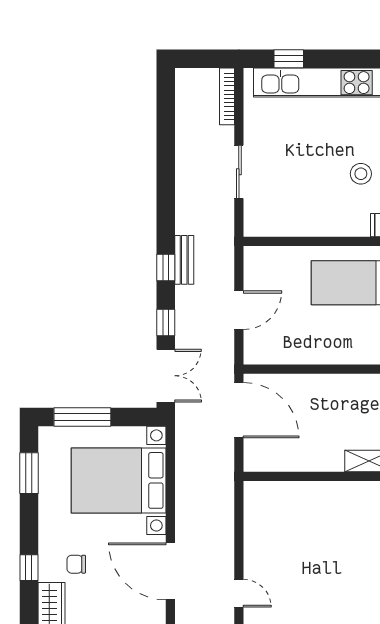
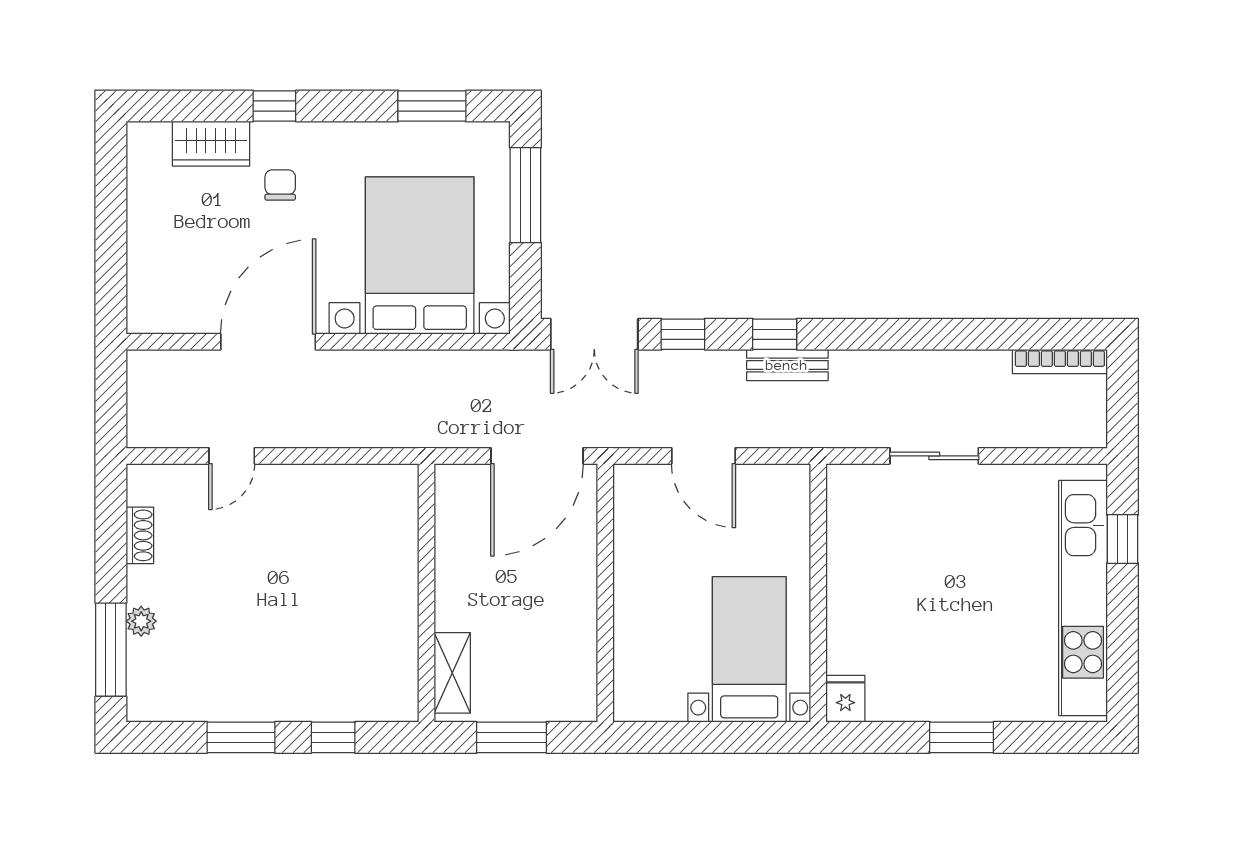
bookcase: (227, 96) -> (1060, 362), moved, turned 180
stool: (361, 174) -> (931, 659), removed

